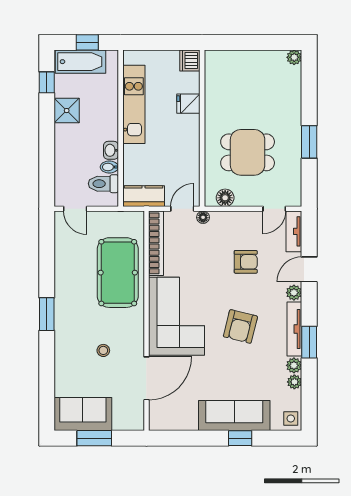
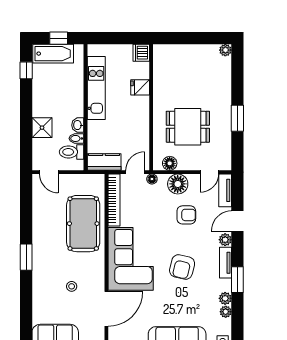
shower: (67, 111) -> (42, 128), moved
floor lamp: (235, 223) -> (178, 184), added
tv unit: (294, 329) -> (226, 263), width x0.71

